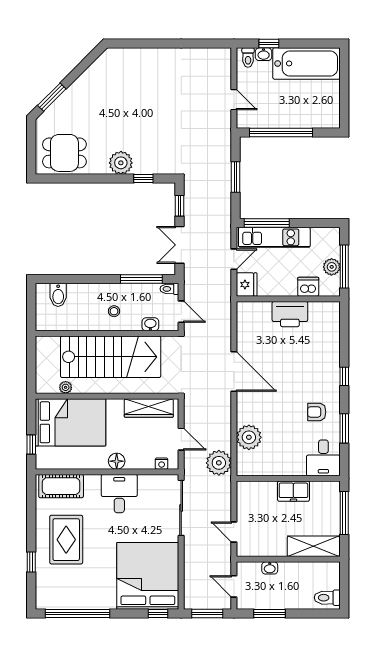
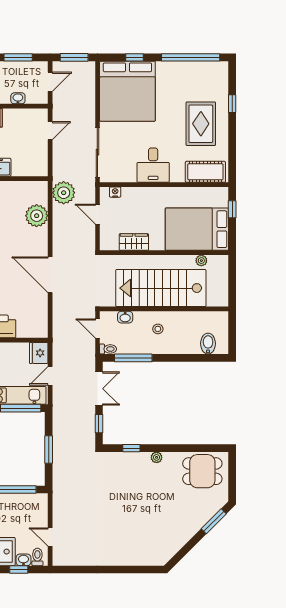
door: (234, 100) -> (50, 537), moved
plant: (121, 163) -> (157, 457), width x0.53, depth x0.53
wardrobe: (149, 408) -> (134, 242), width x0.67
floor lamp: (117, 461) -> (155, 194), removed
door: (234, 532) -> (50, 131), hinge flipped
door: (234, 586) -> (50, 82), hinge flipped
window: (158, 614) -> (135, 57), moved

